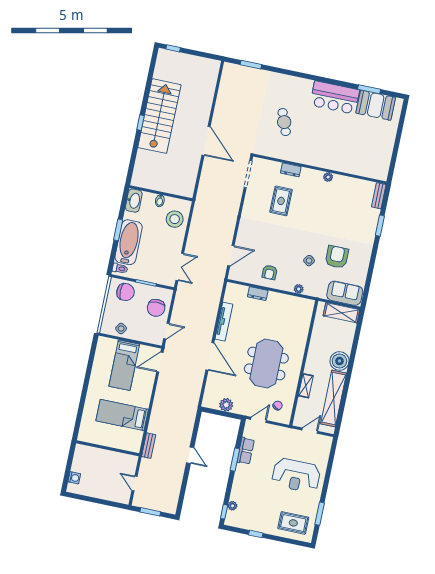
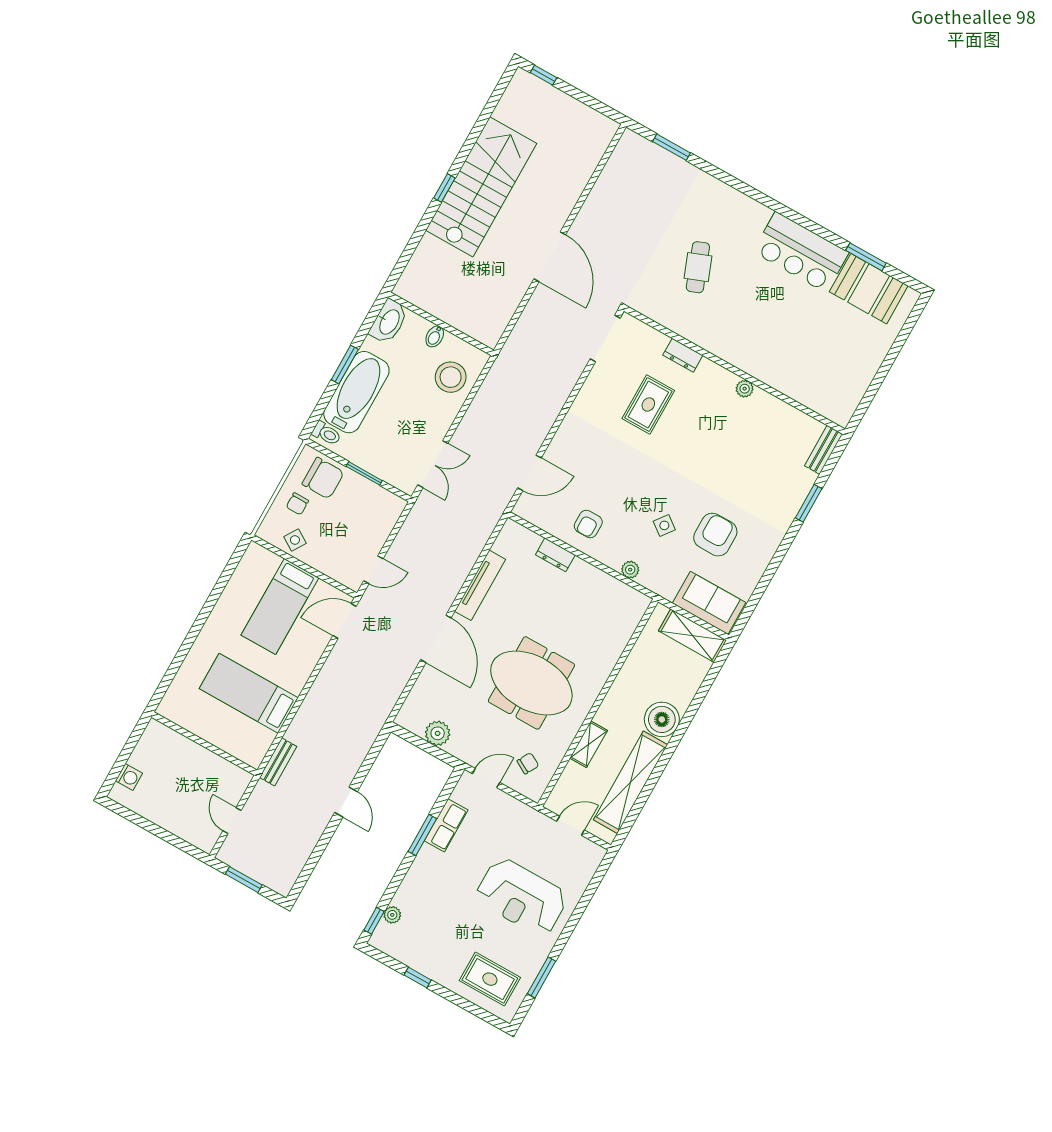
chair: (156, 308) -> (297, 504), moved, width x0.54, depth x0.54
meeting table: (266, 364) -> (531, 683), turned 90

